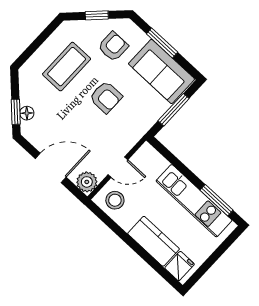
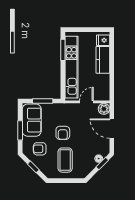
coffee table: (67, 67) -> (65, 160), turned 90
armchair: (106, 97) -> (63, 133), turned 180
door: (118, 167) -> (86, 102), hinge flipped
stool: (115, 200) -> (101, 91), removed
kitchen unit: (194, 201) -> (71, 67), width x1.36

